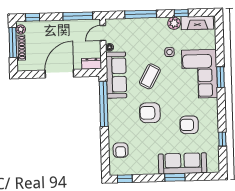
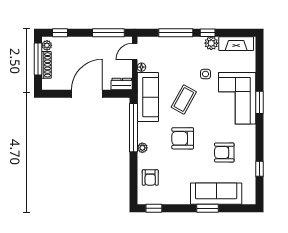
window: (181, 13) -> (208, 33), moved
plant: (113, 123) -> (142, 148), added

